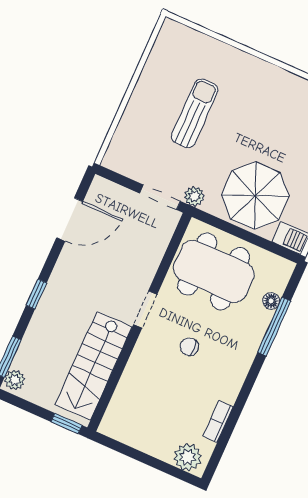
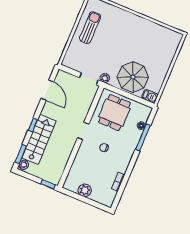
sun lounger: (195, 113) -> (90, 28), moved
door: (70, 220) -> (47, 90), hinge flipped
dining table: (214, 271) -> (114, 113), width x0.73
stairs: (94, 366) -> (39, 139), moved, turned 180
plant: (188, 457) -> (85, 190), moved

